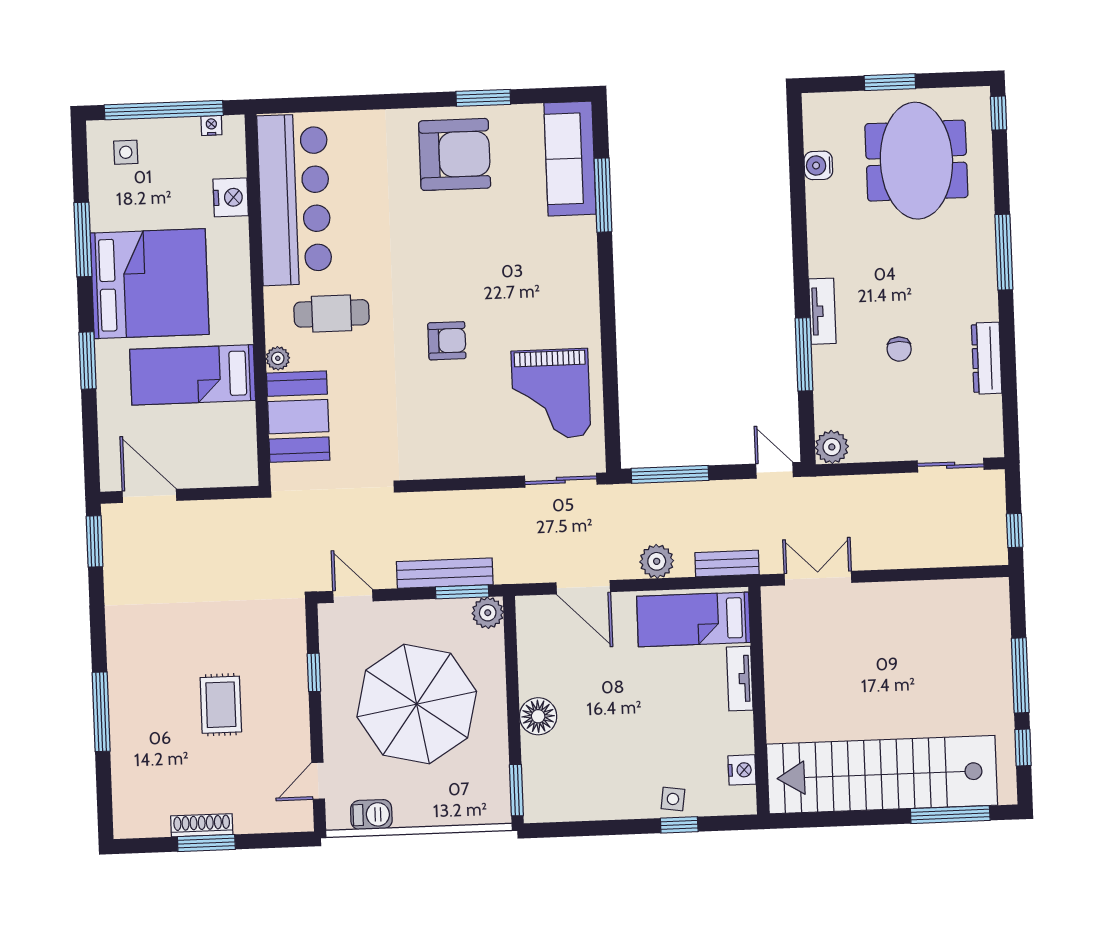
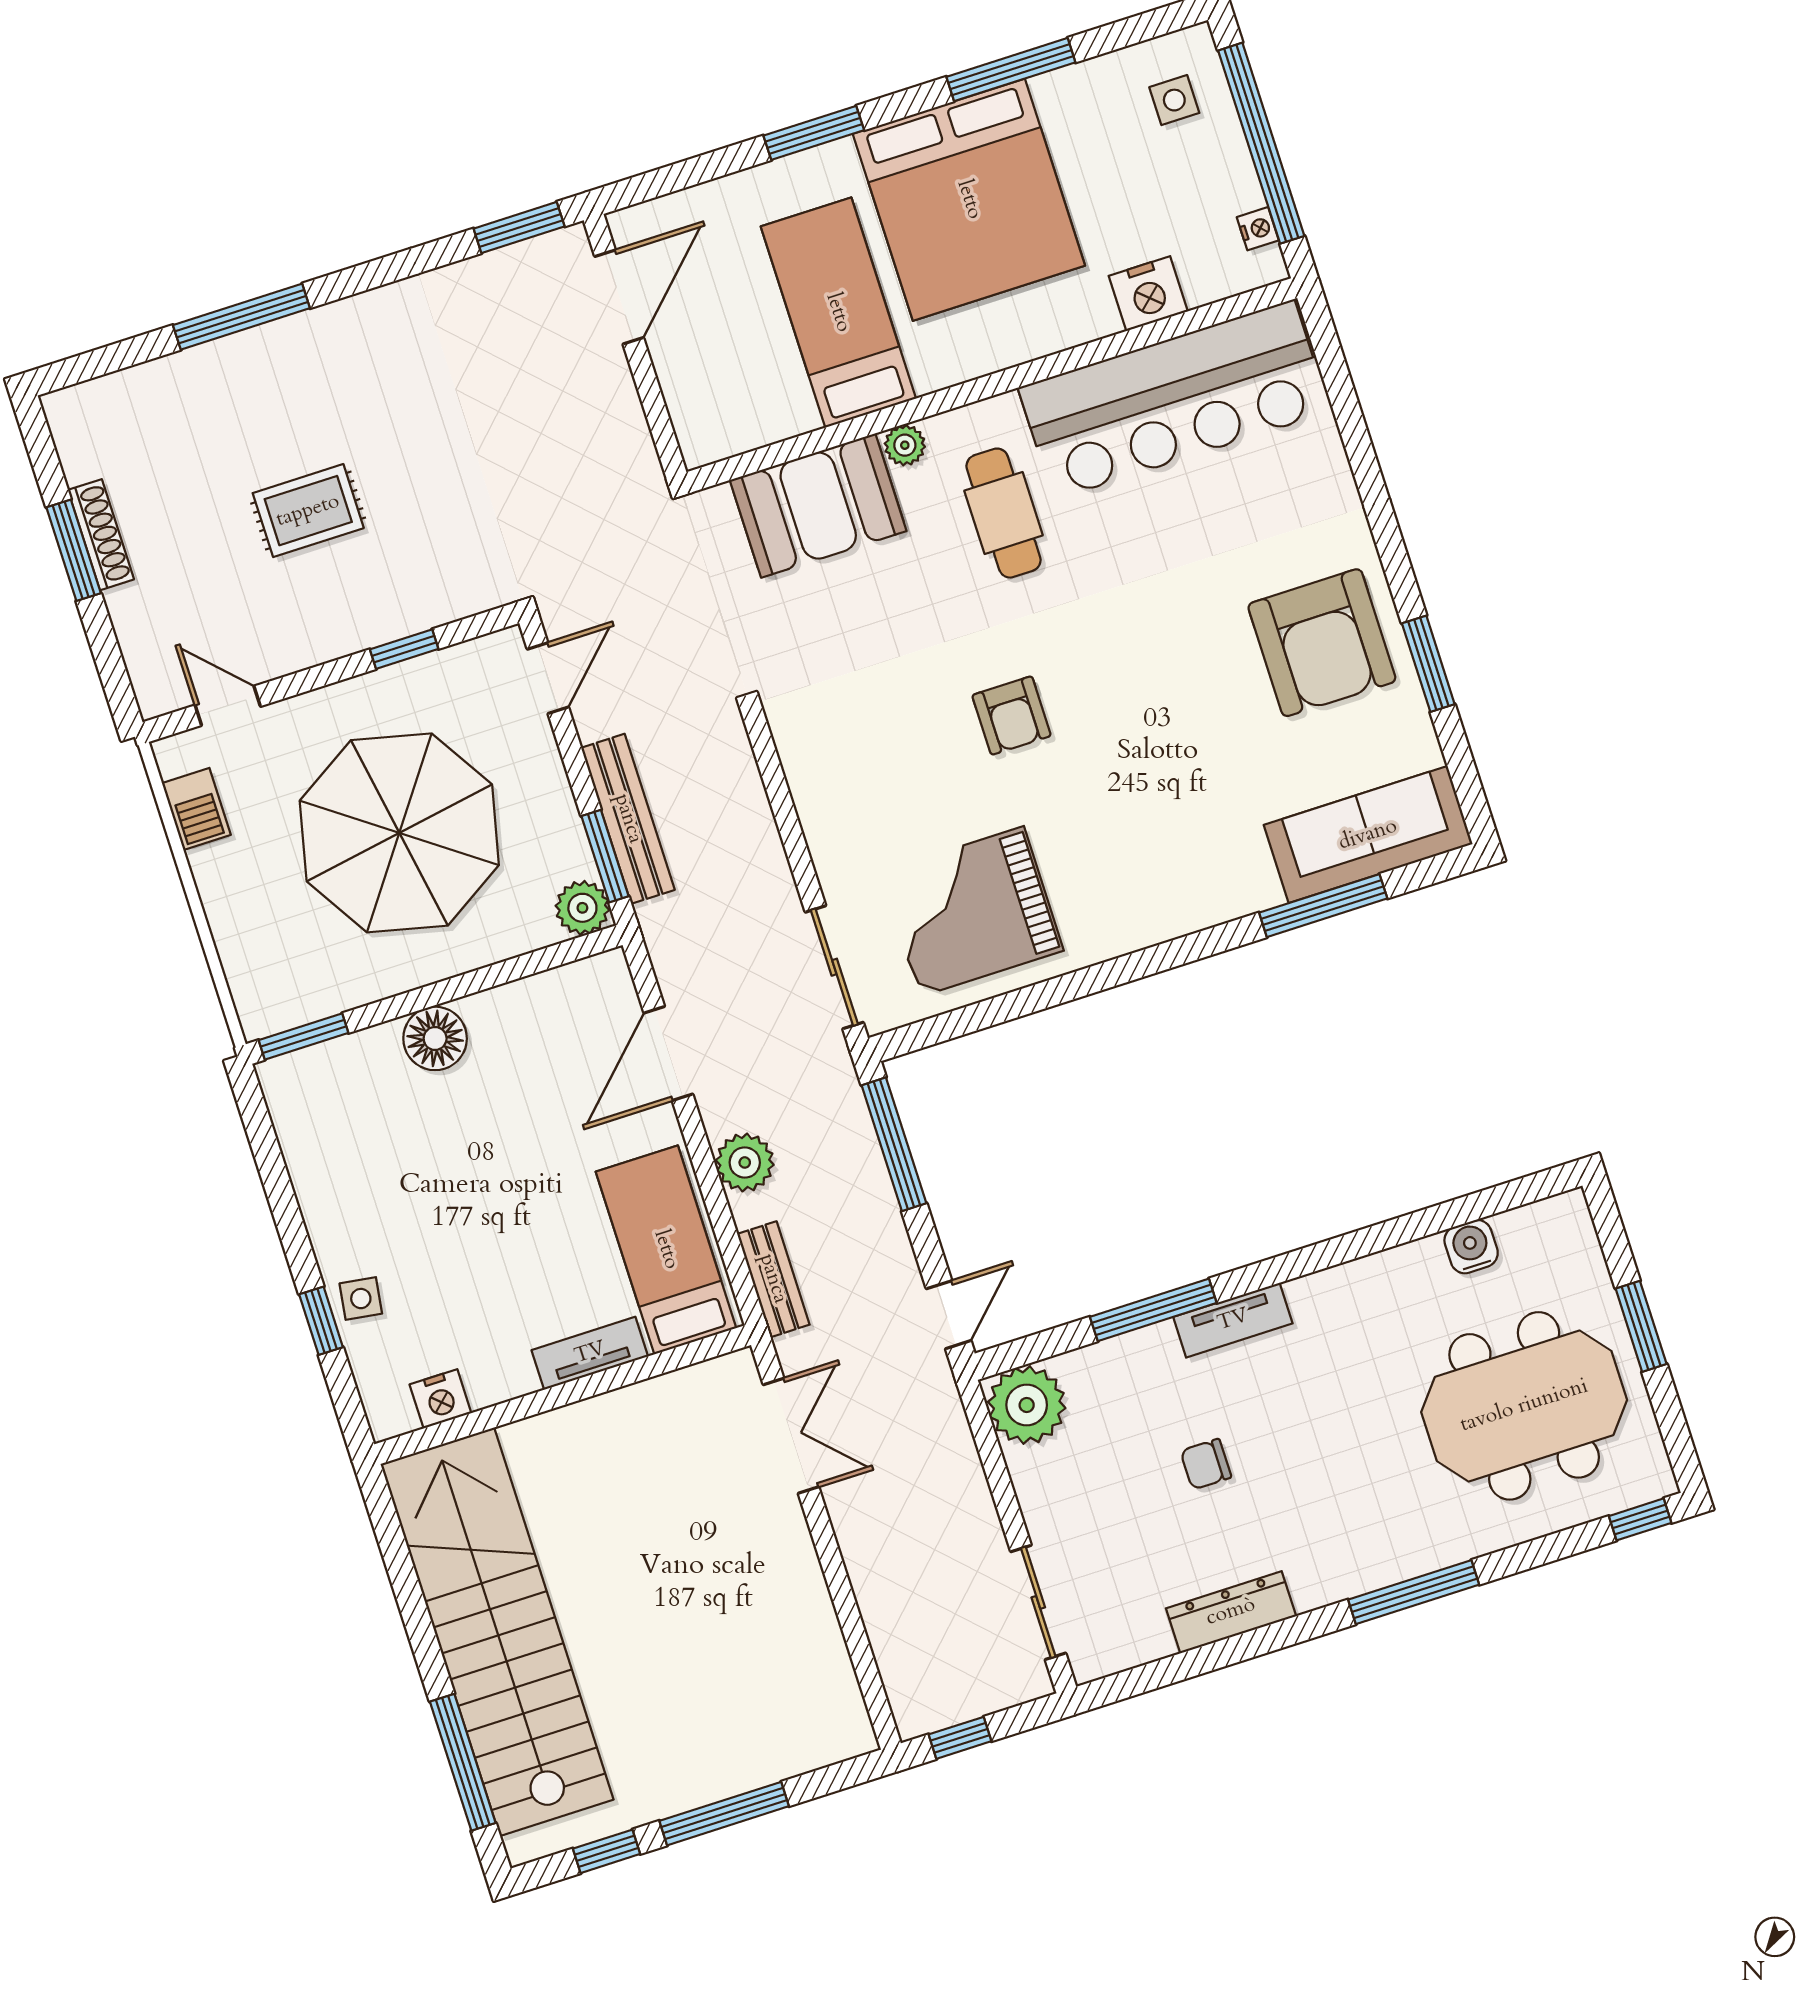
plant: (832, 447) -> (1027, 1405), width x1.36, depth x1.36

